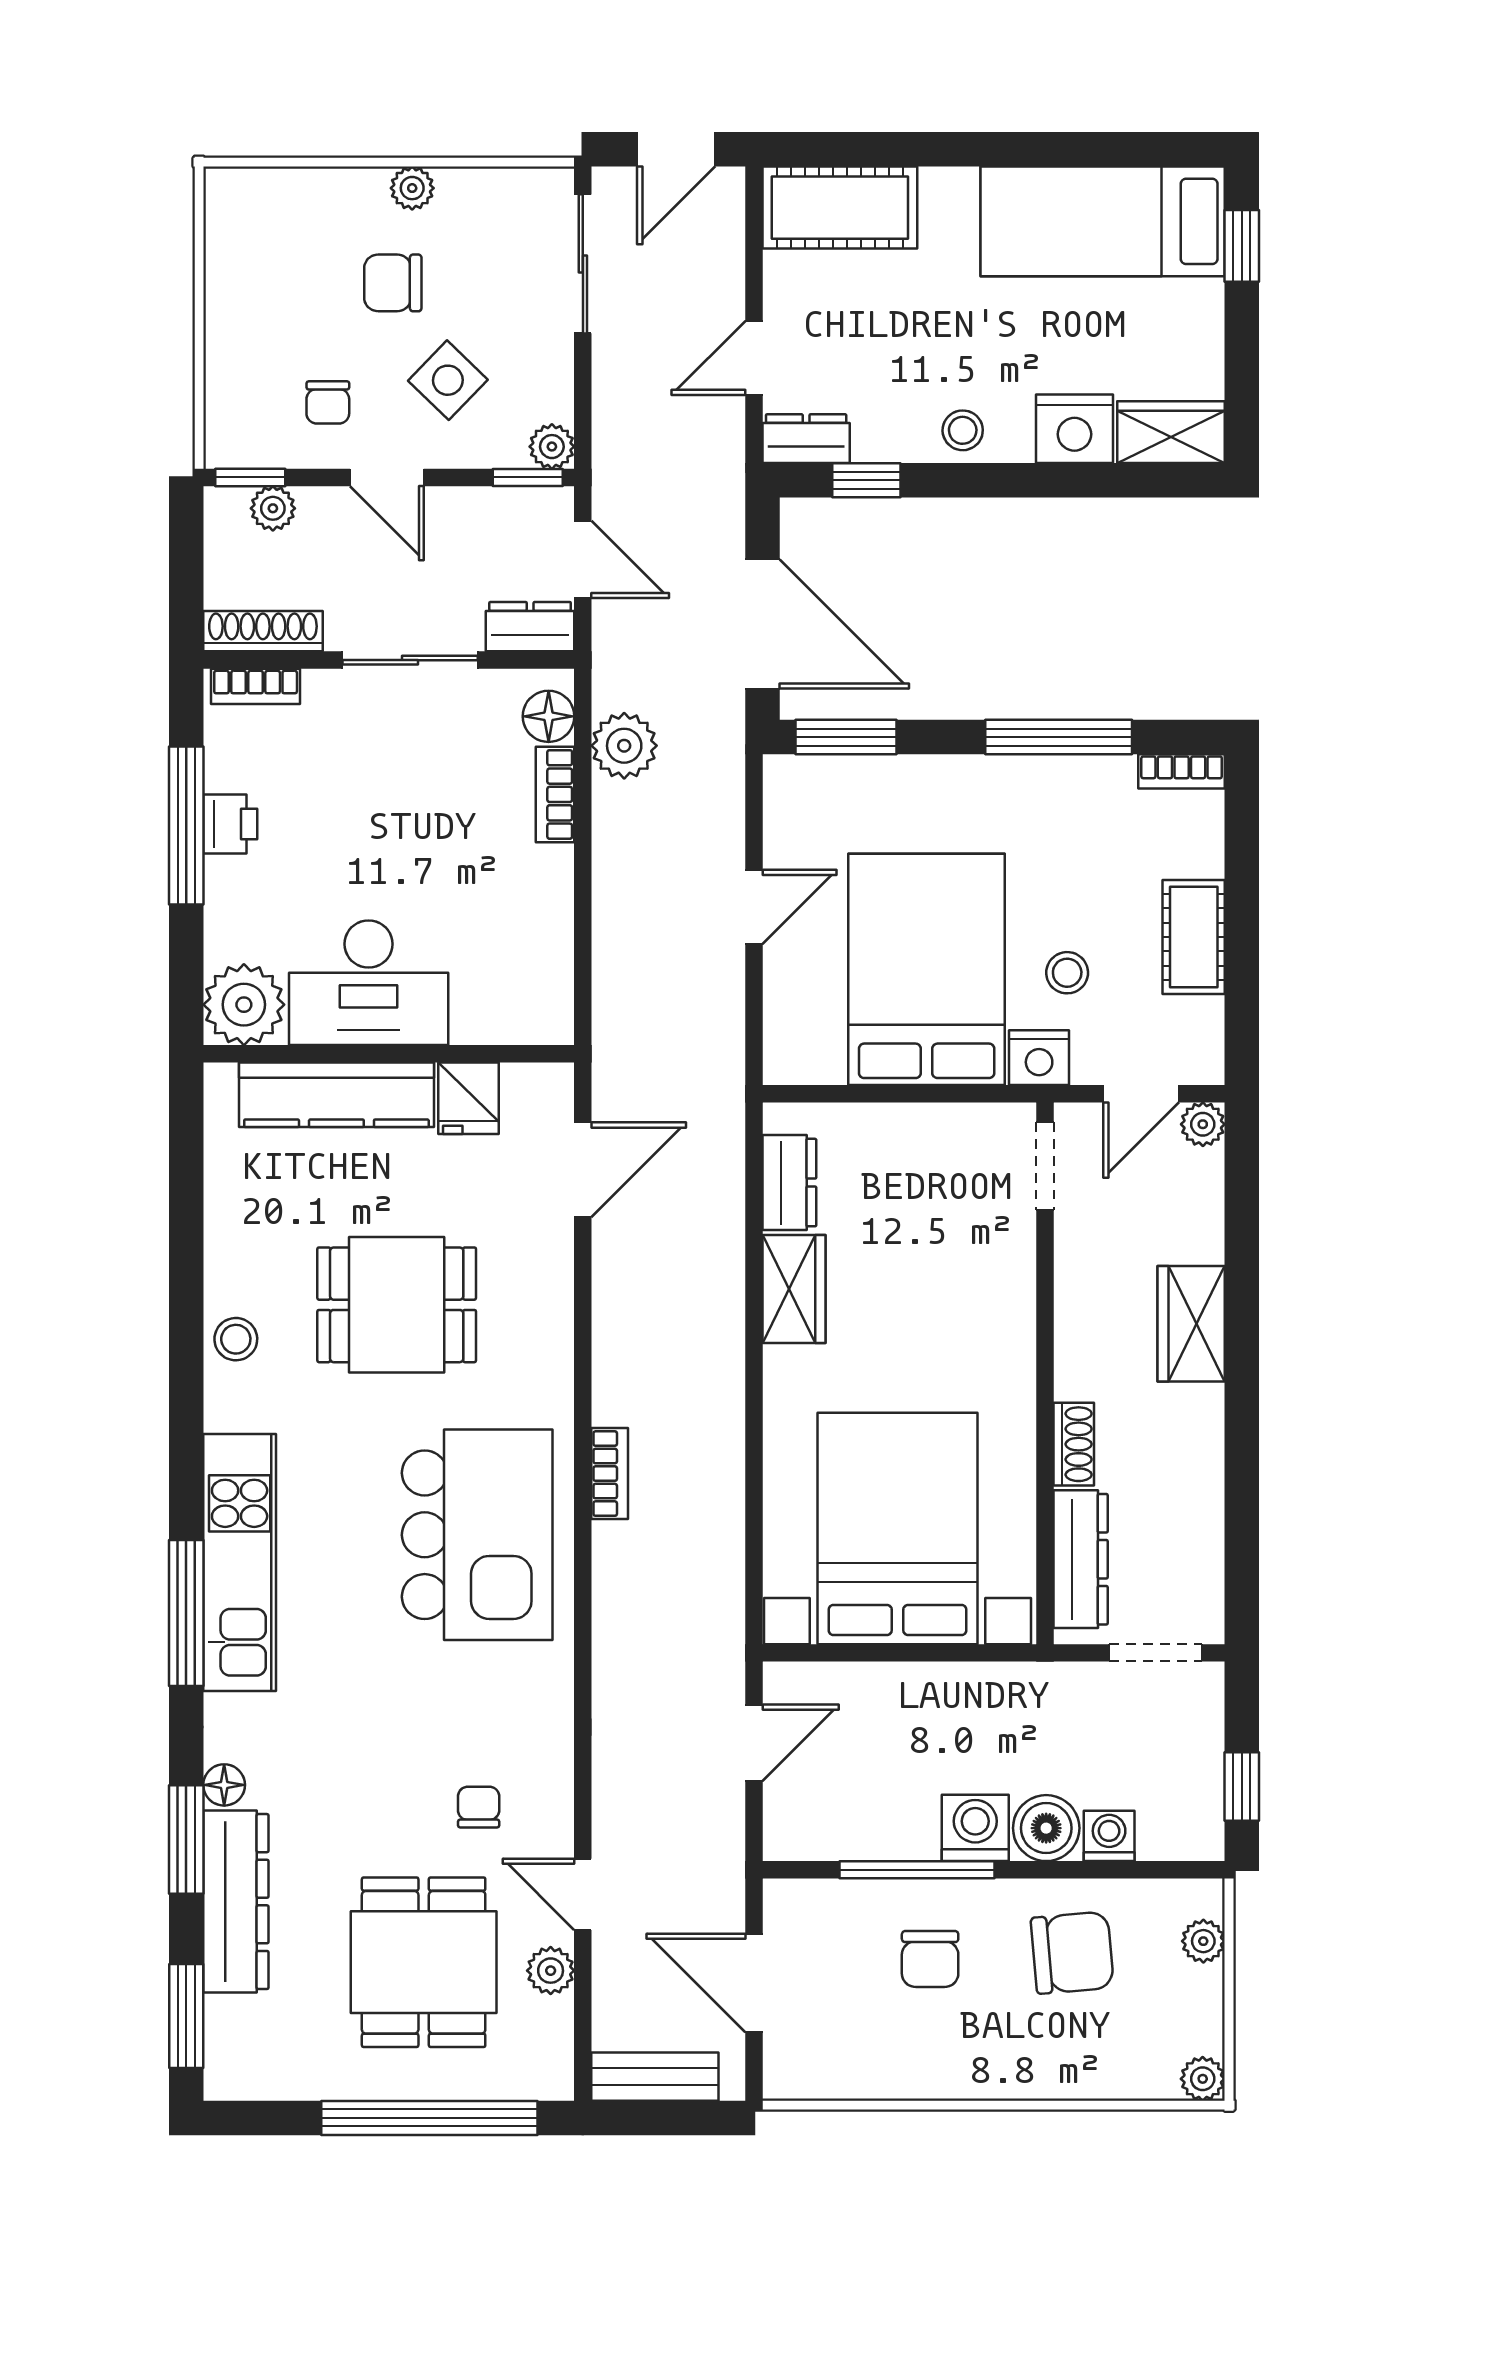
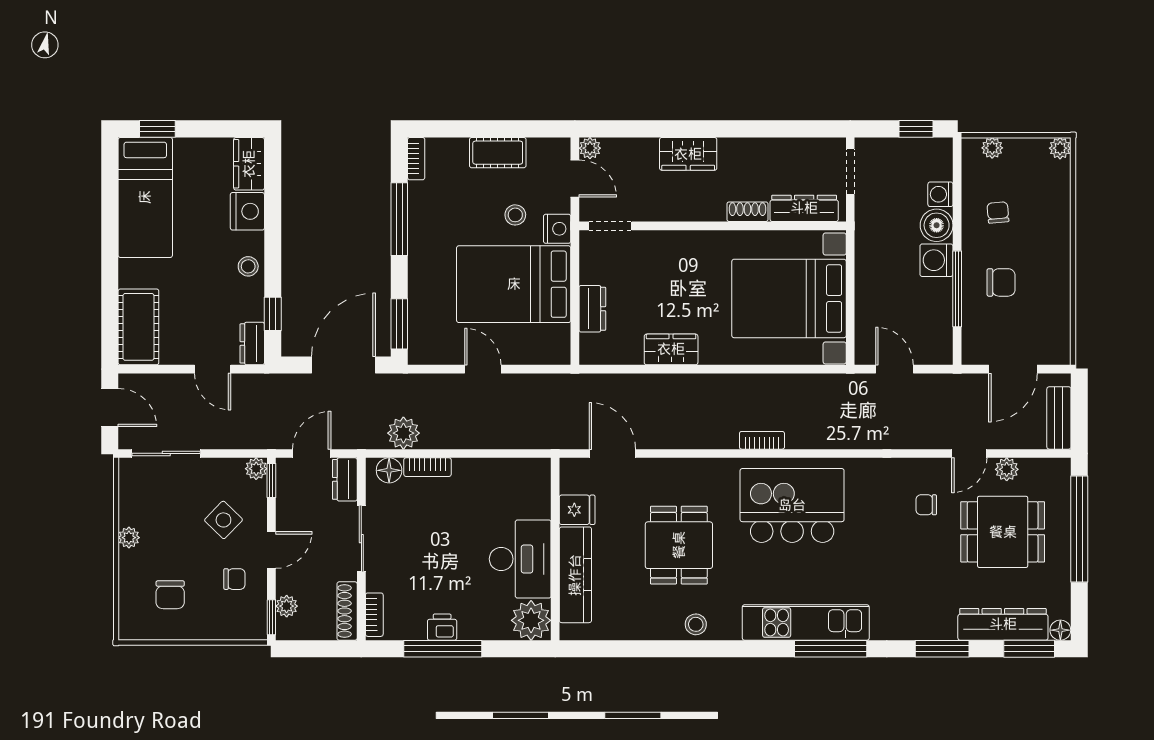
chair: (393, 283) -> (170, 595), moved
dresser: (789, 1183) -> (592, 309), moved, turned 90
floor lamp: (224, 1785) -> (1060, 630), moved
dresser: (236, 1902) -> (1003, 624), moved
chair: (1072, 1953) -> (998, 212), width x0.54, depth x0.54

